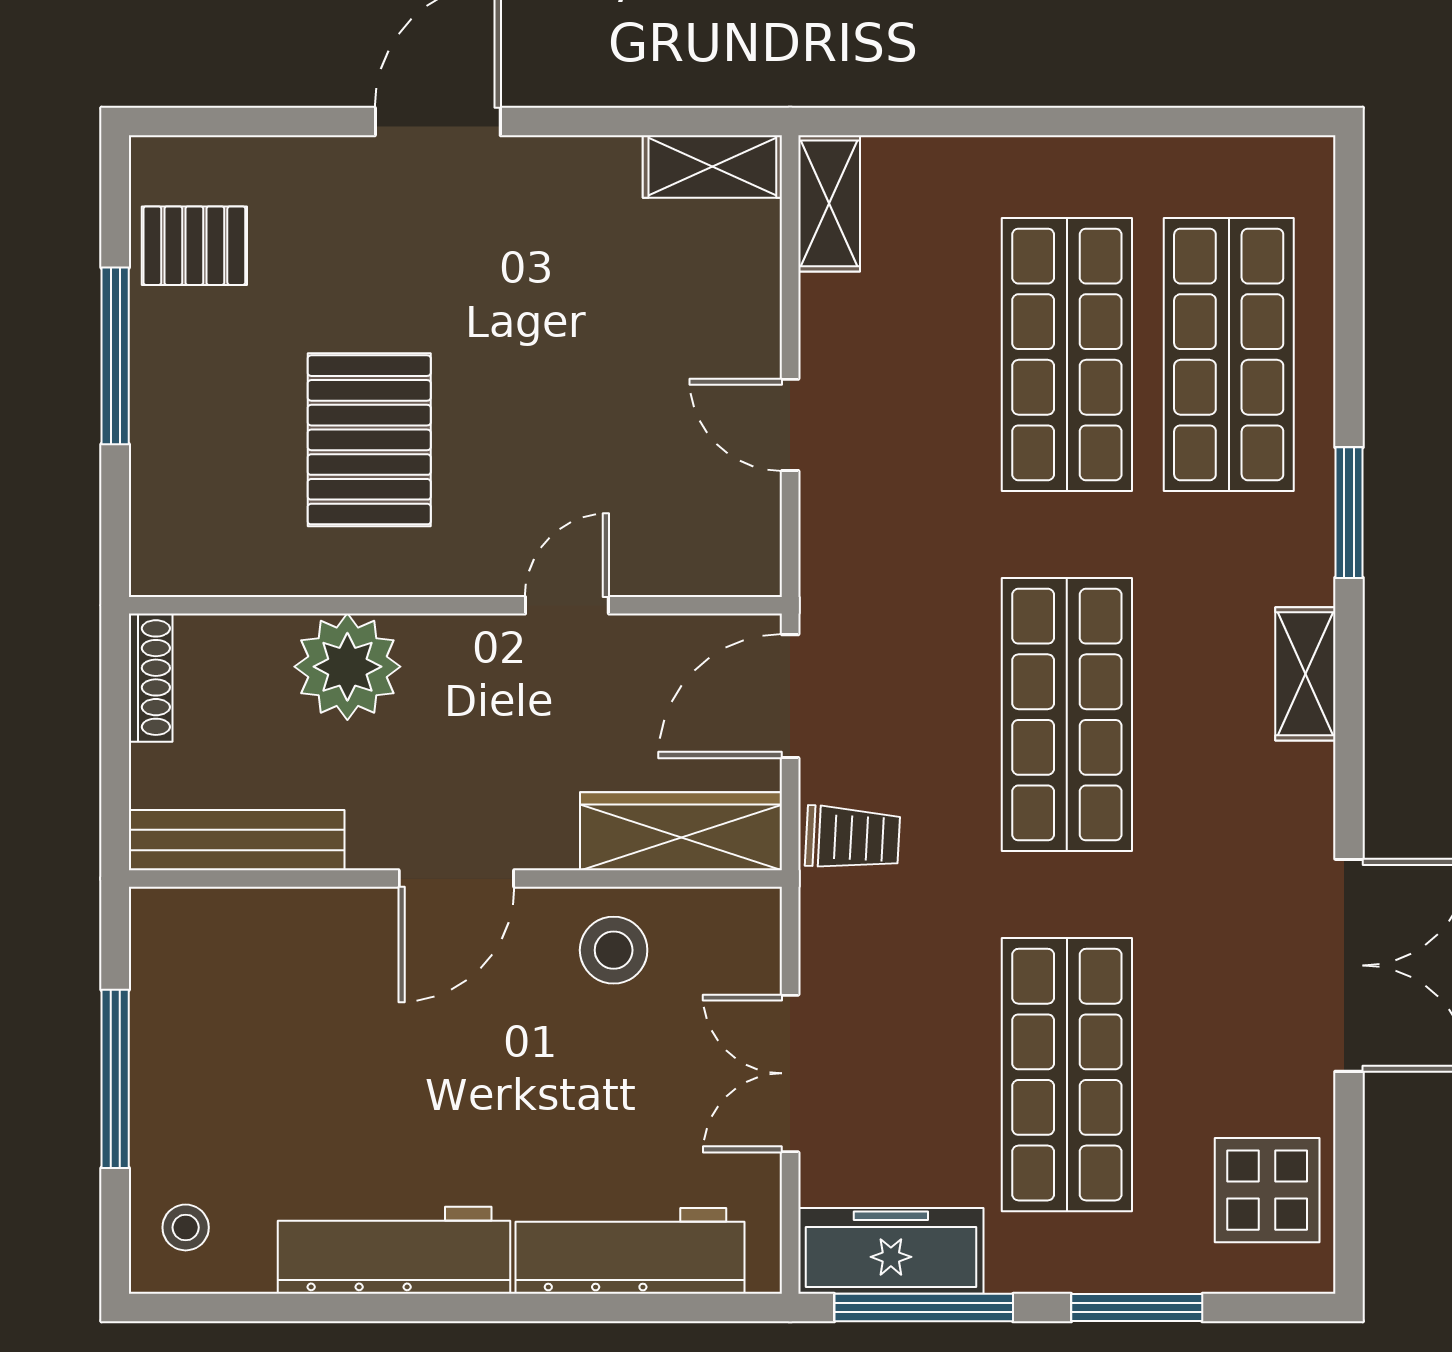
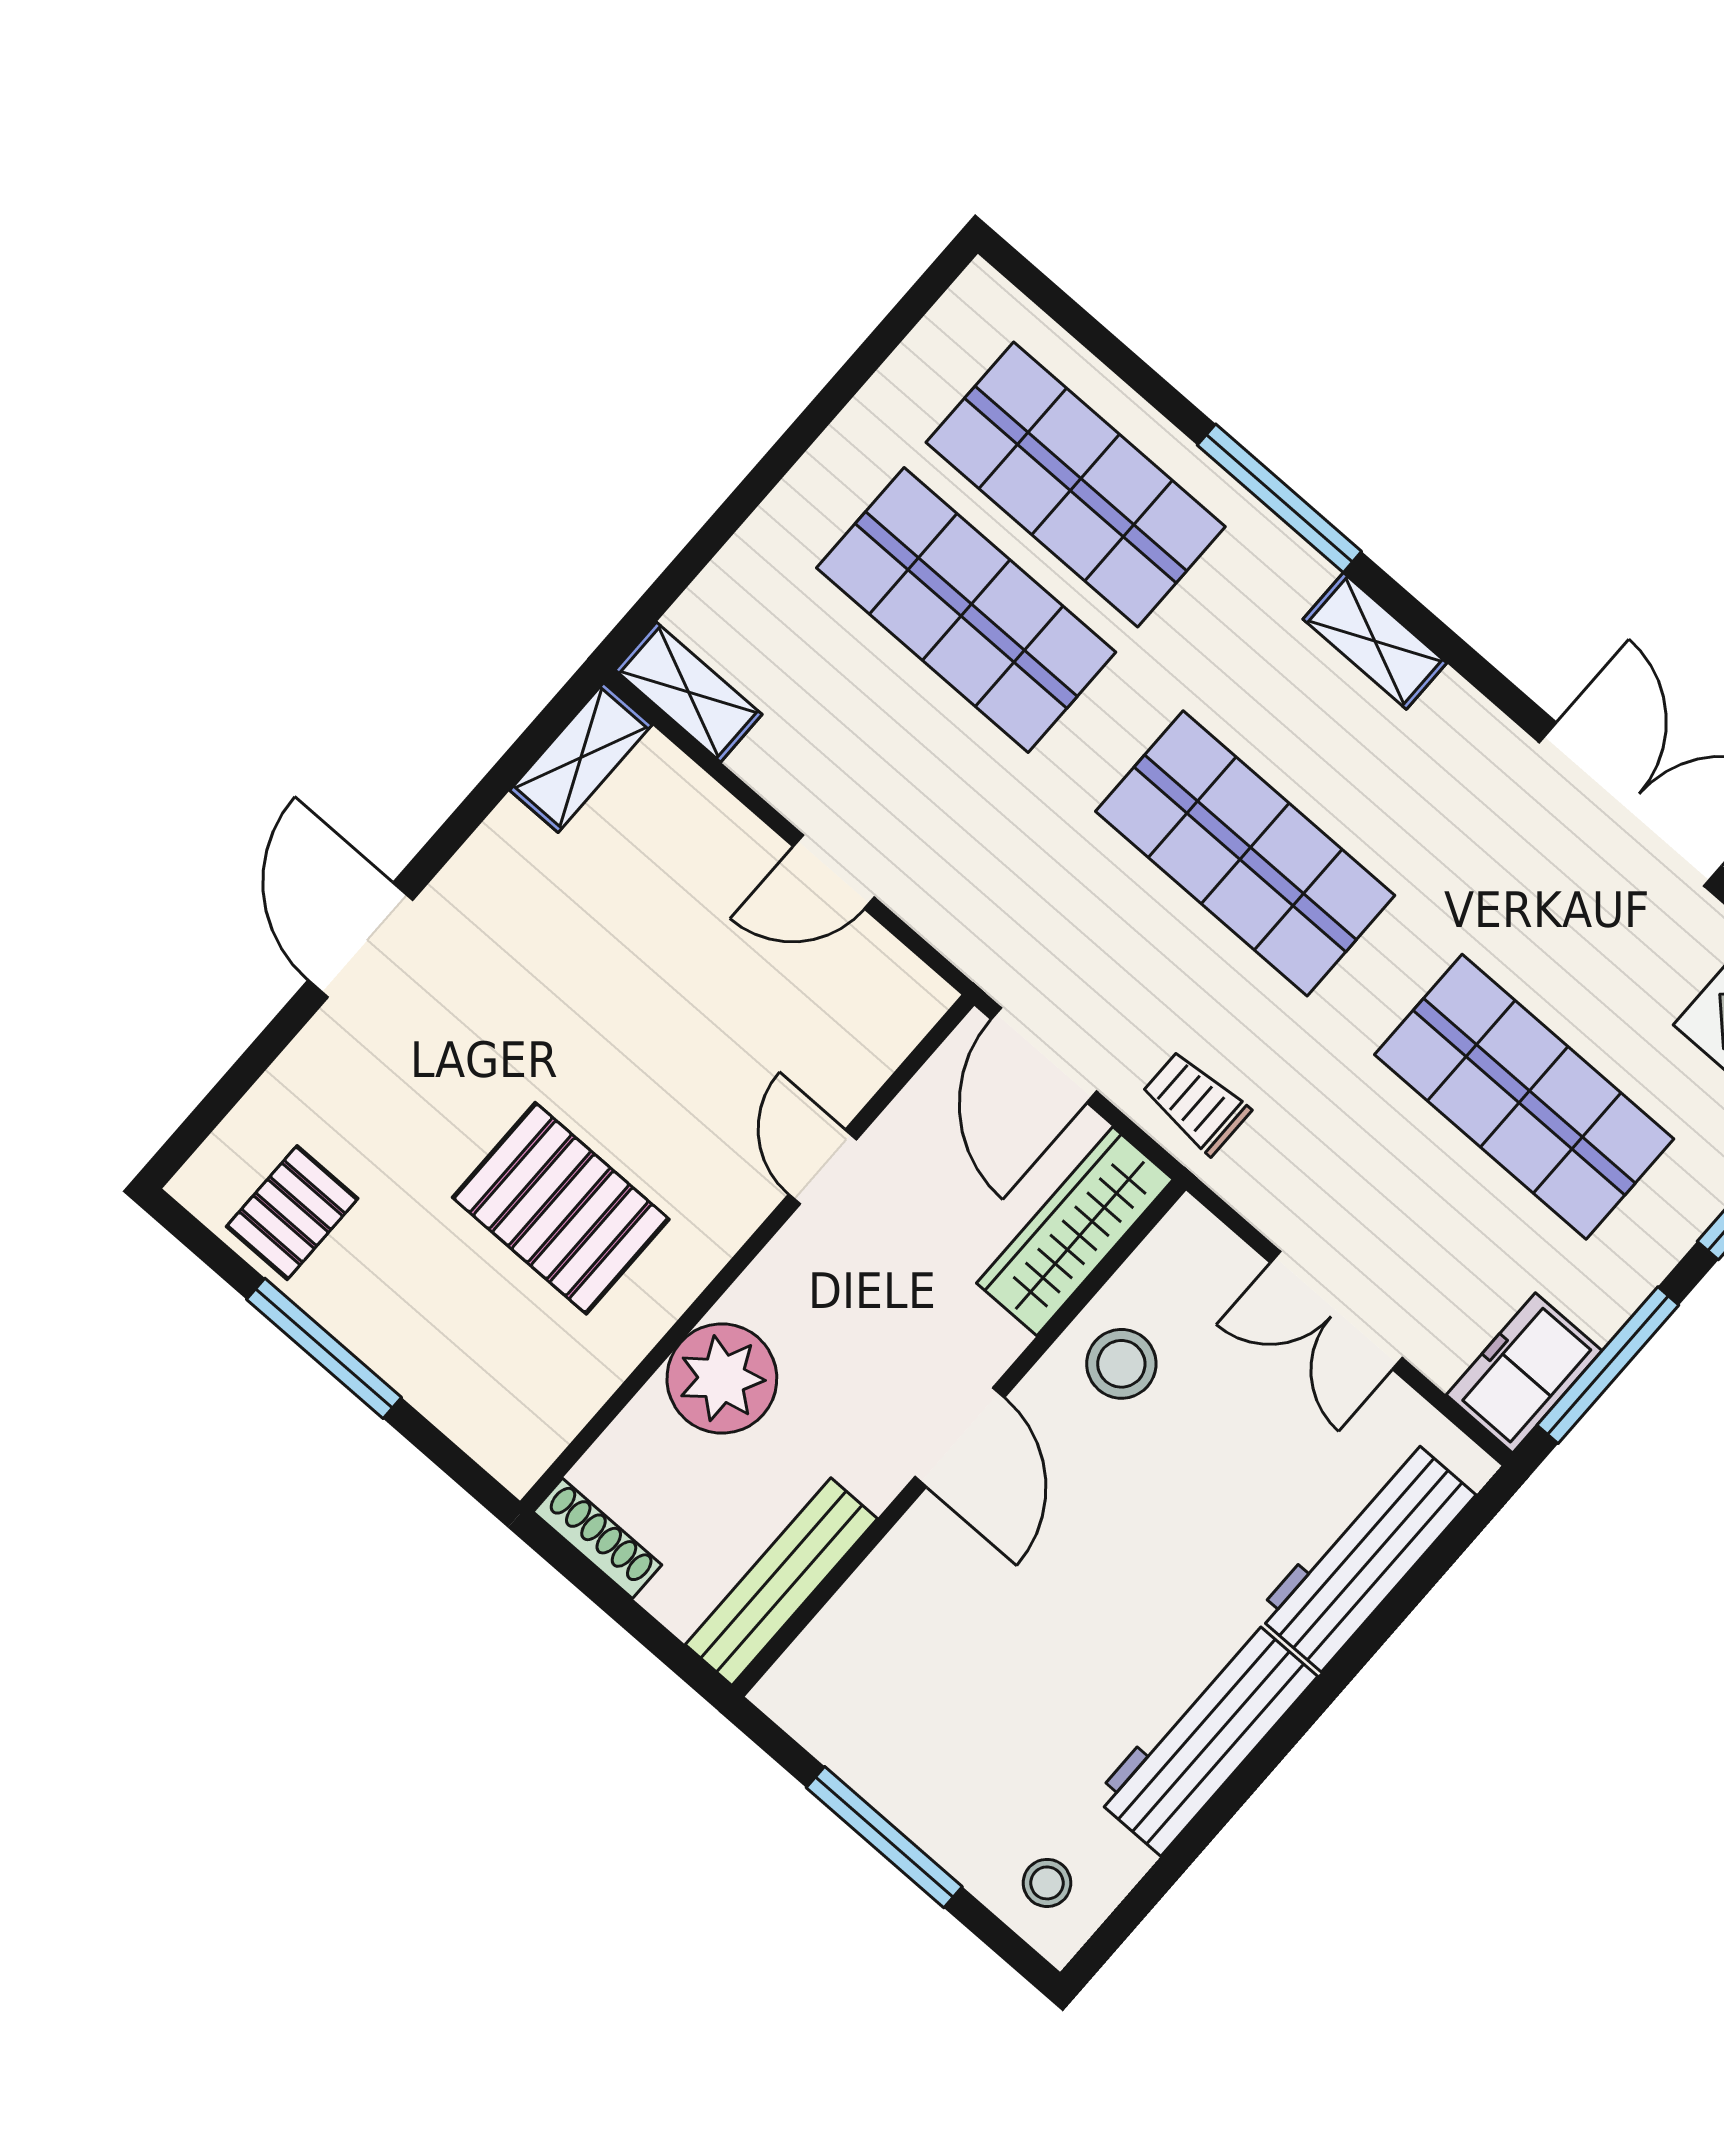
window: (1349, 513) -> (1279, 498), width x1.44
trolley: (853, 838) -> (1196, 1103), turned -93
freezer: (891, 1251) -> (1524, 1373), width x0.71

